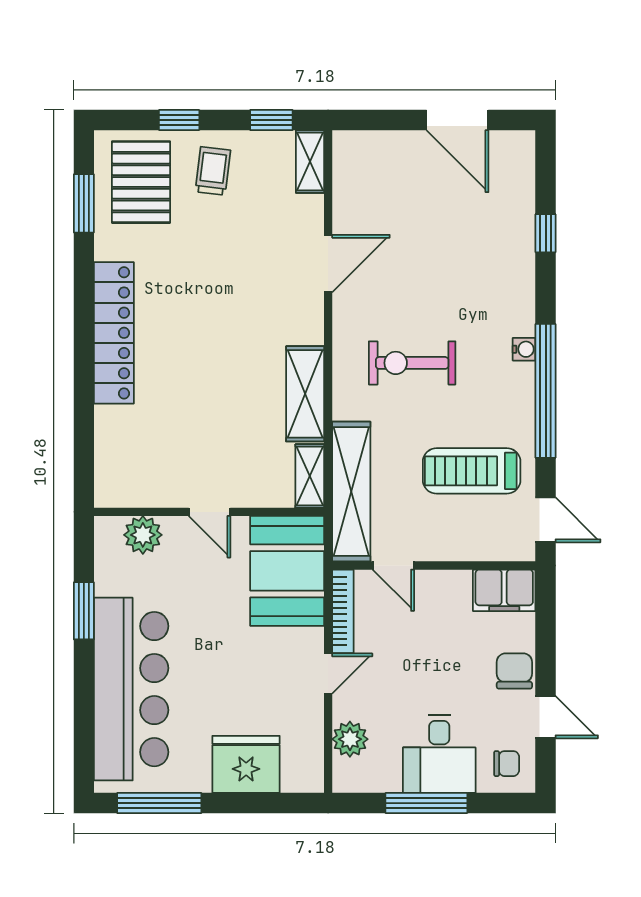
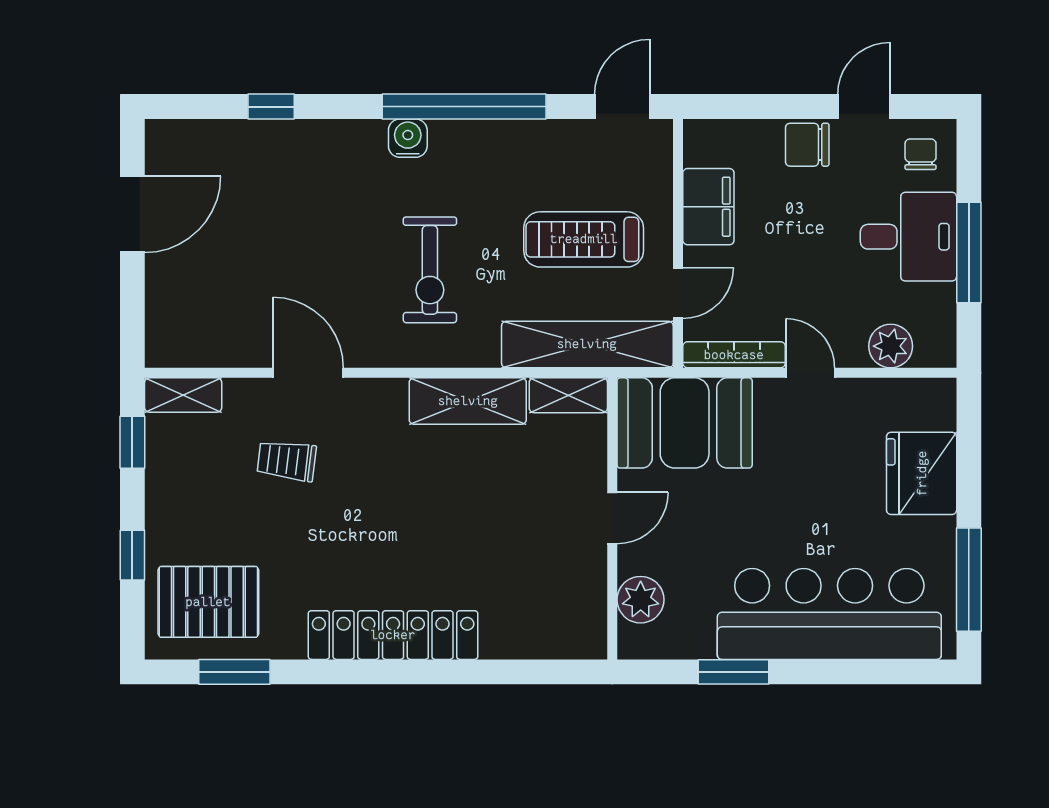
trolley: (213, 171) -> (287, 461), moved
water cooler: (524, 349) -> (408, 138), width x1.38, depth x1.38
treadmill: (472, 471) -> (584, 239), moved, turned 90
filing cabinet: (504, 590) -> (708, 207), moved

